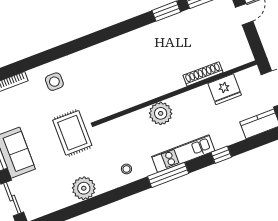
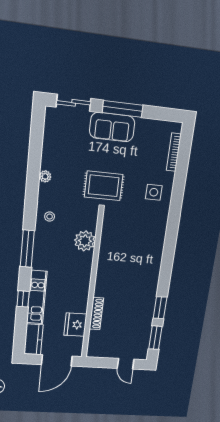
plant: (161, 113) -> (85, 241), moved
kitchen unit: (183, 154) -> (37, 297), moved
plant: (84, 188) -> (45, 176), width x0.53, depth x0.53

